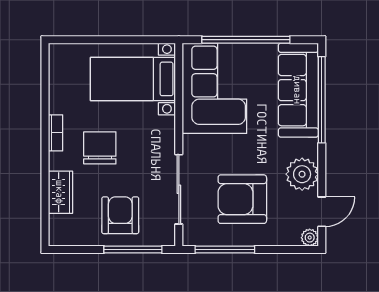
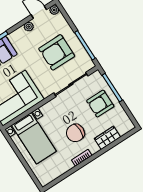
plant: (302, 174) -> (29, 27), width x0.53, depth x0.53
armchair: (242, 199) -> (57, 52), turned 90

